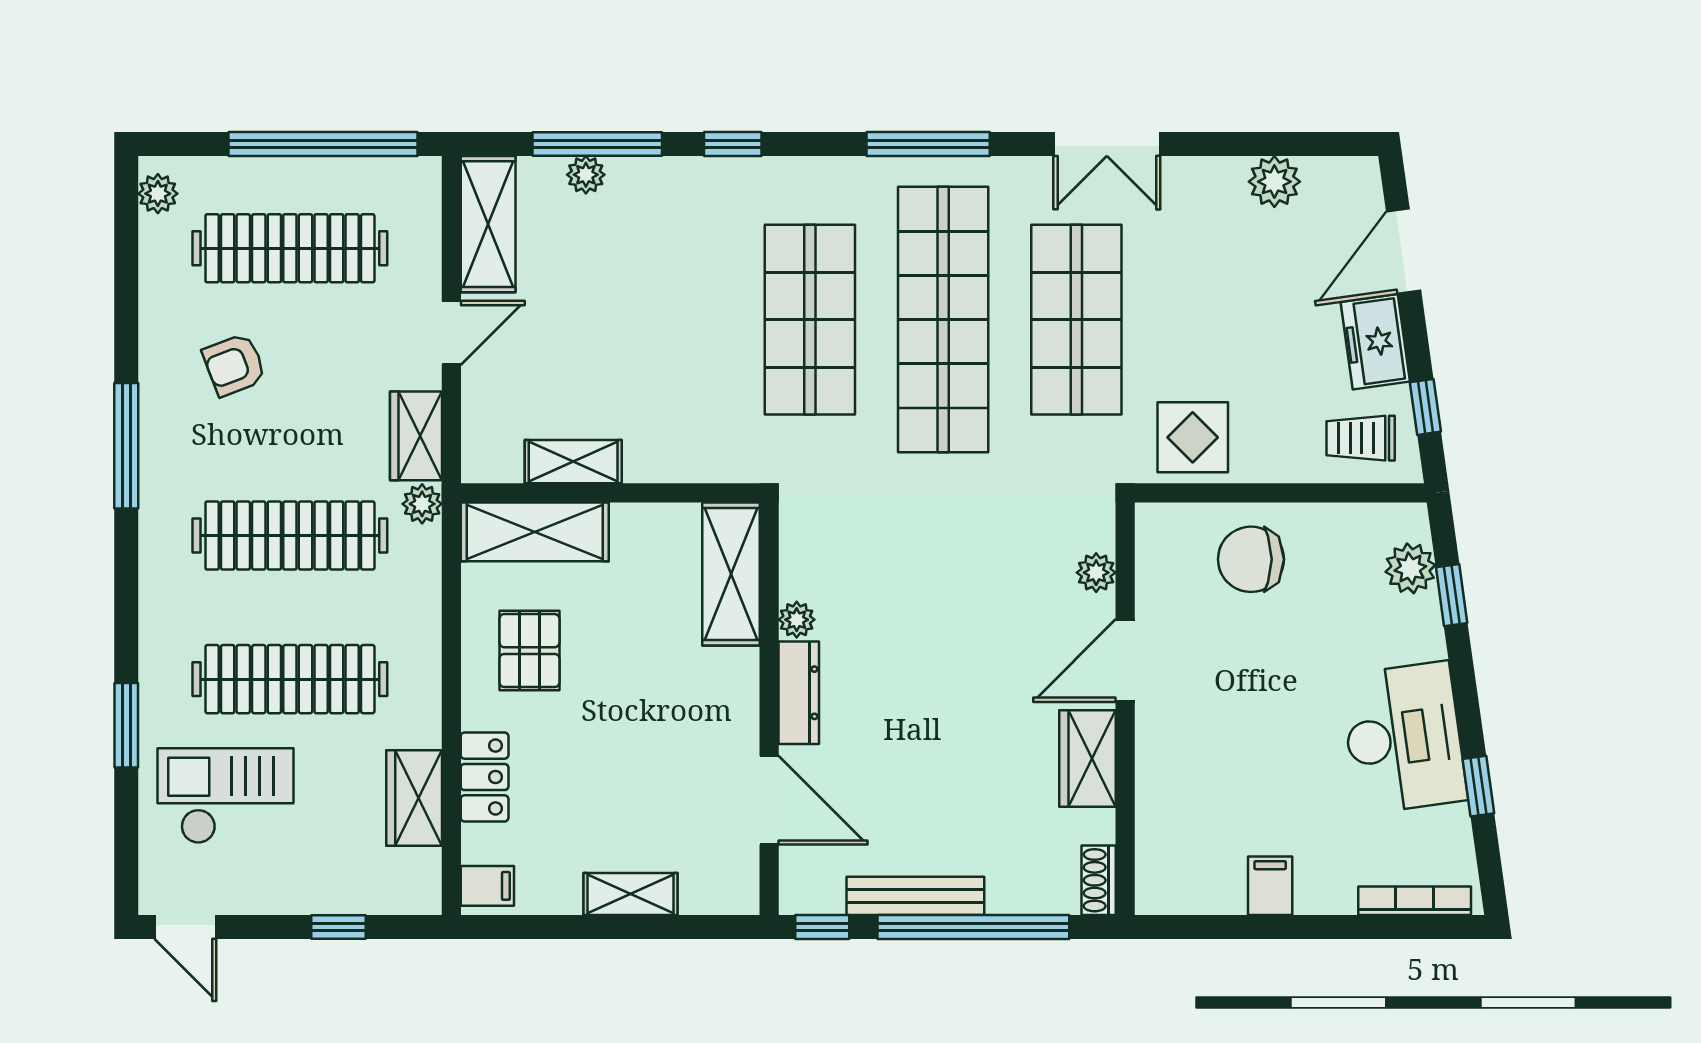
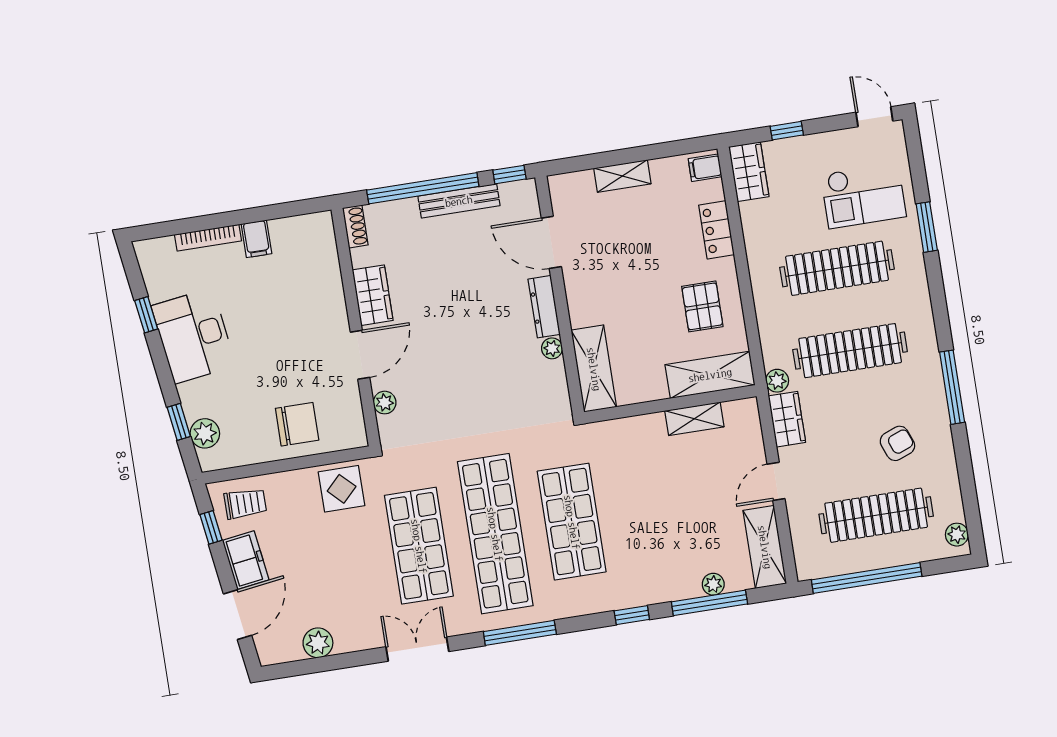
wardrobe: (414, 798) -> (749, 172), moved
bookcase: (1415, 901) -> (208, 238), moved

